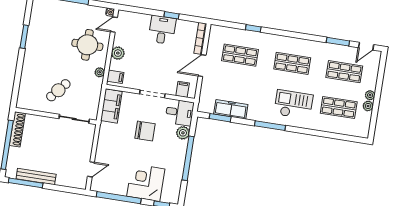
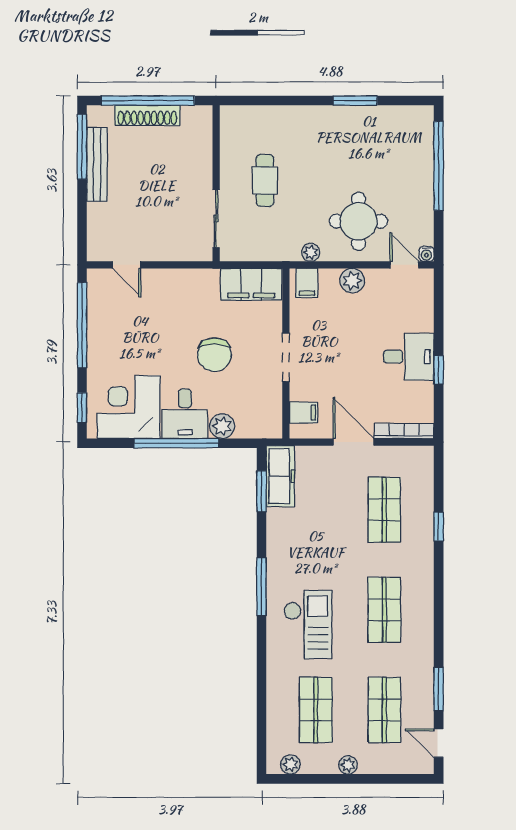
cafe table: (58, 90) -> (265, 180), turned 50
plant: (368, 106) -> (291, 765), moved
freezer: (231, 109) -> (280, 476), moved
desk: (180, 112) -> (185, 414), moved
shoe rack: (17, 129) -> (147, 115), moved
corner desk: (146, 183) -> (129, 407), moved, turned -90

